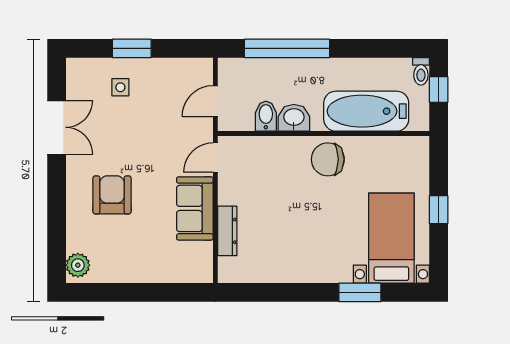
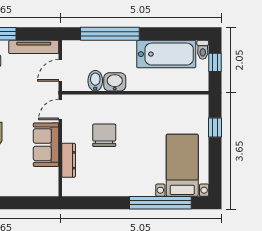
tv unit: (177, 67) -> (34, 47), added
bathtub: (366, 111) -> (166, 54), moved, turned 180
chair: (328, 159) -> (104, 135), moved, turned 90
window: (439, 210) -> (215, 128), moved
window: (360, 292) -> (160, 203), width x2.11

